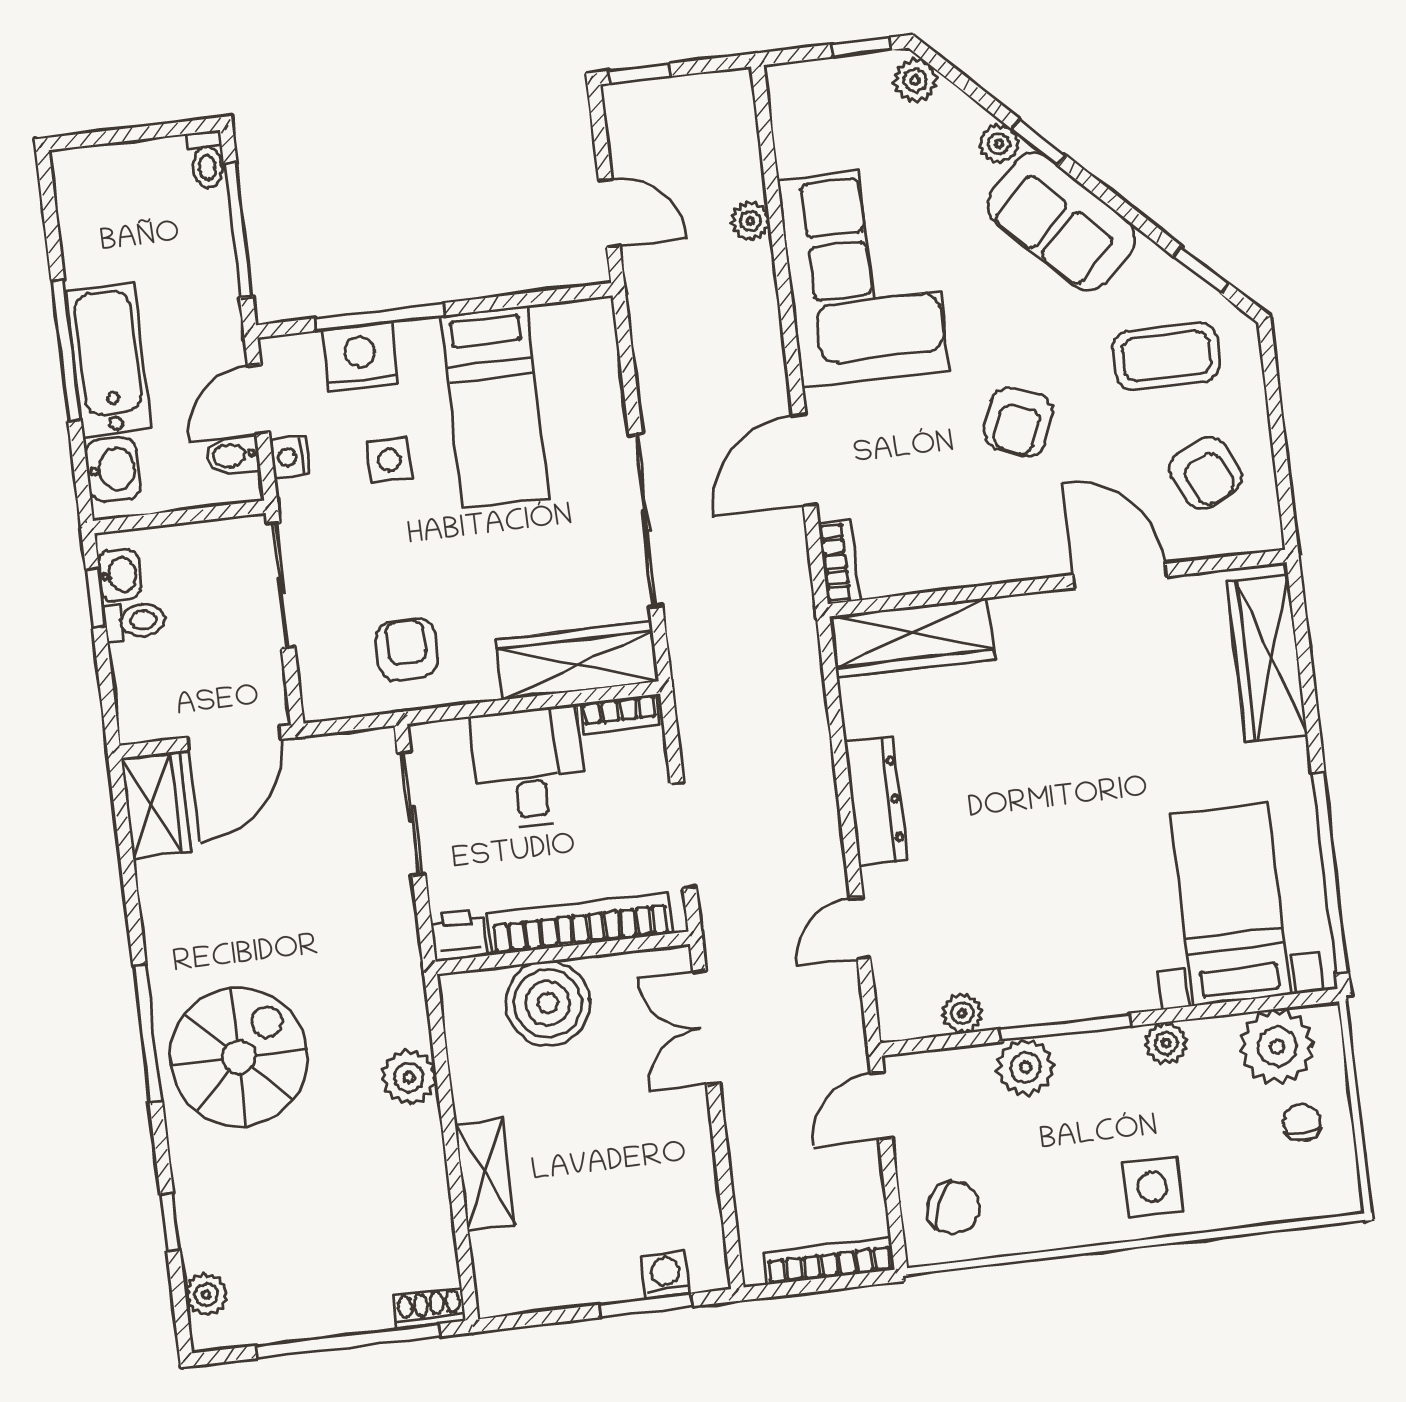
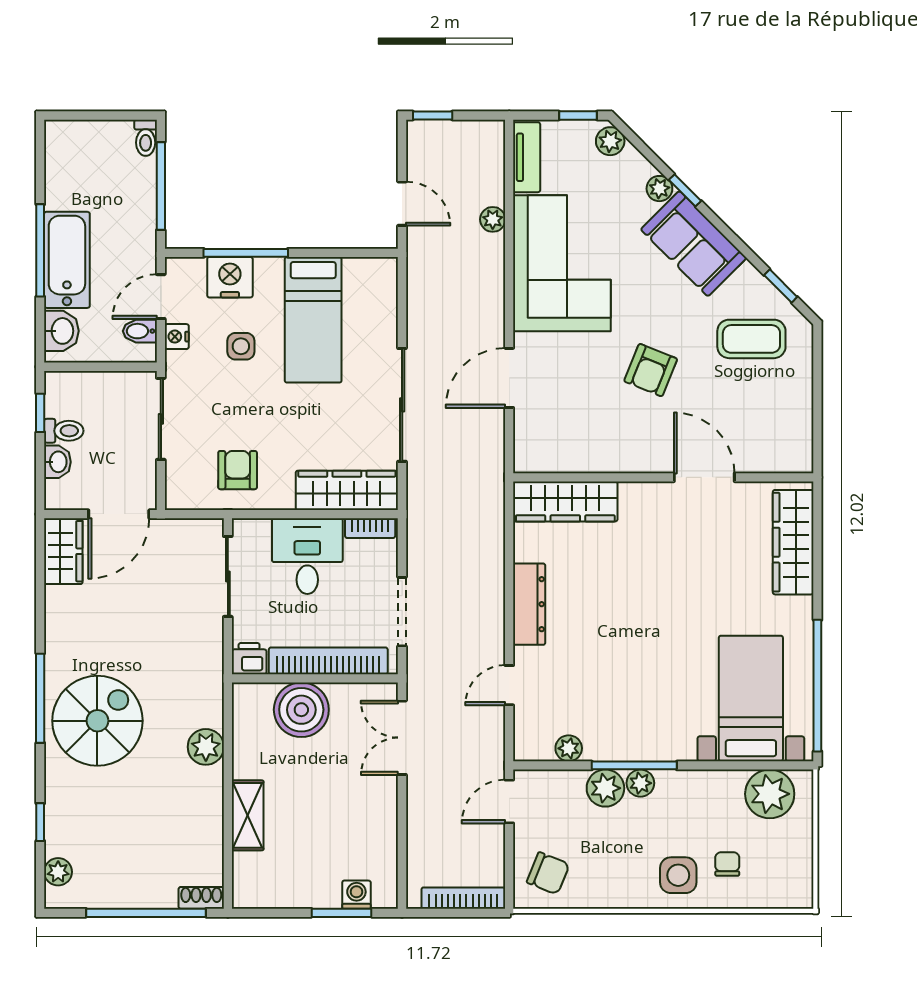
tv unit: (791, 120) -> (527, 157), added
armchair: (1205, 473) -> (768, 417), removed
bookcase: (839, 562) -> (524, 447), removed
washbasin: (120, 575) -> (57, 462), moved
plant: (1166, 1043) -> (640, 783), moved
chair: (1302, 1122) -> (727, 864), moved

